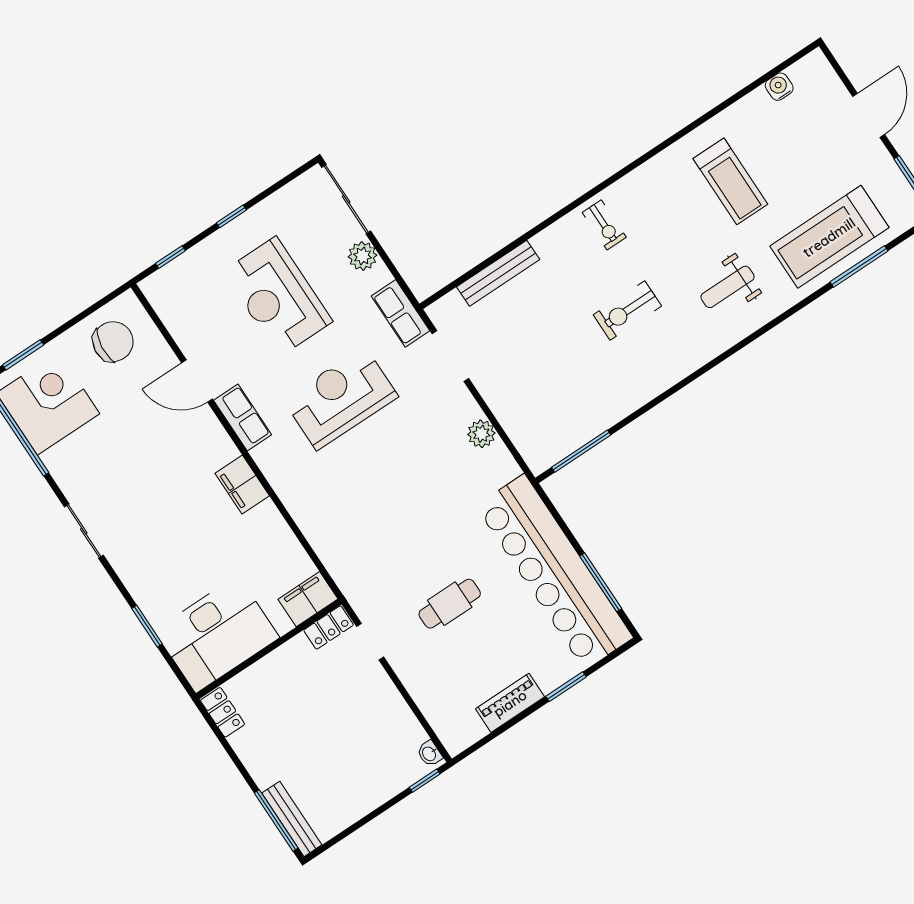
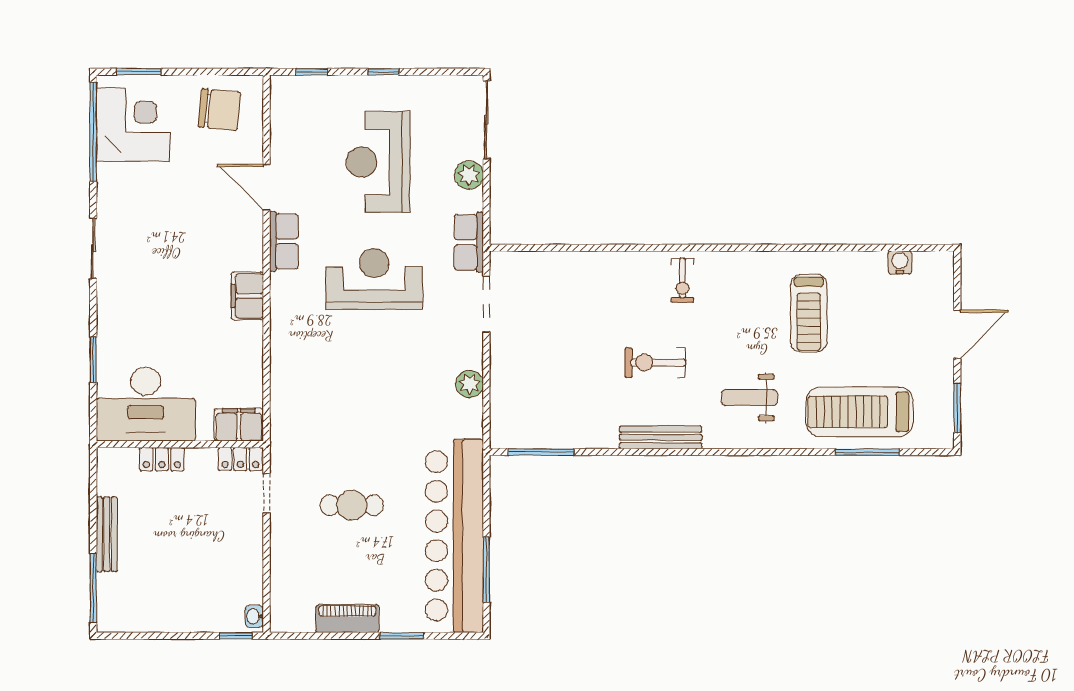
bench: (498, 273) -> (661, 437), moved
locker: (223, 712) -> (162, 459), moved, turned 90
bench: (292, 819) -> (107, 534), moved

